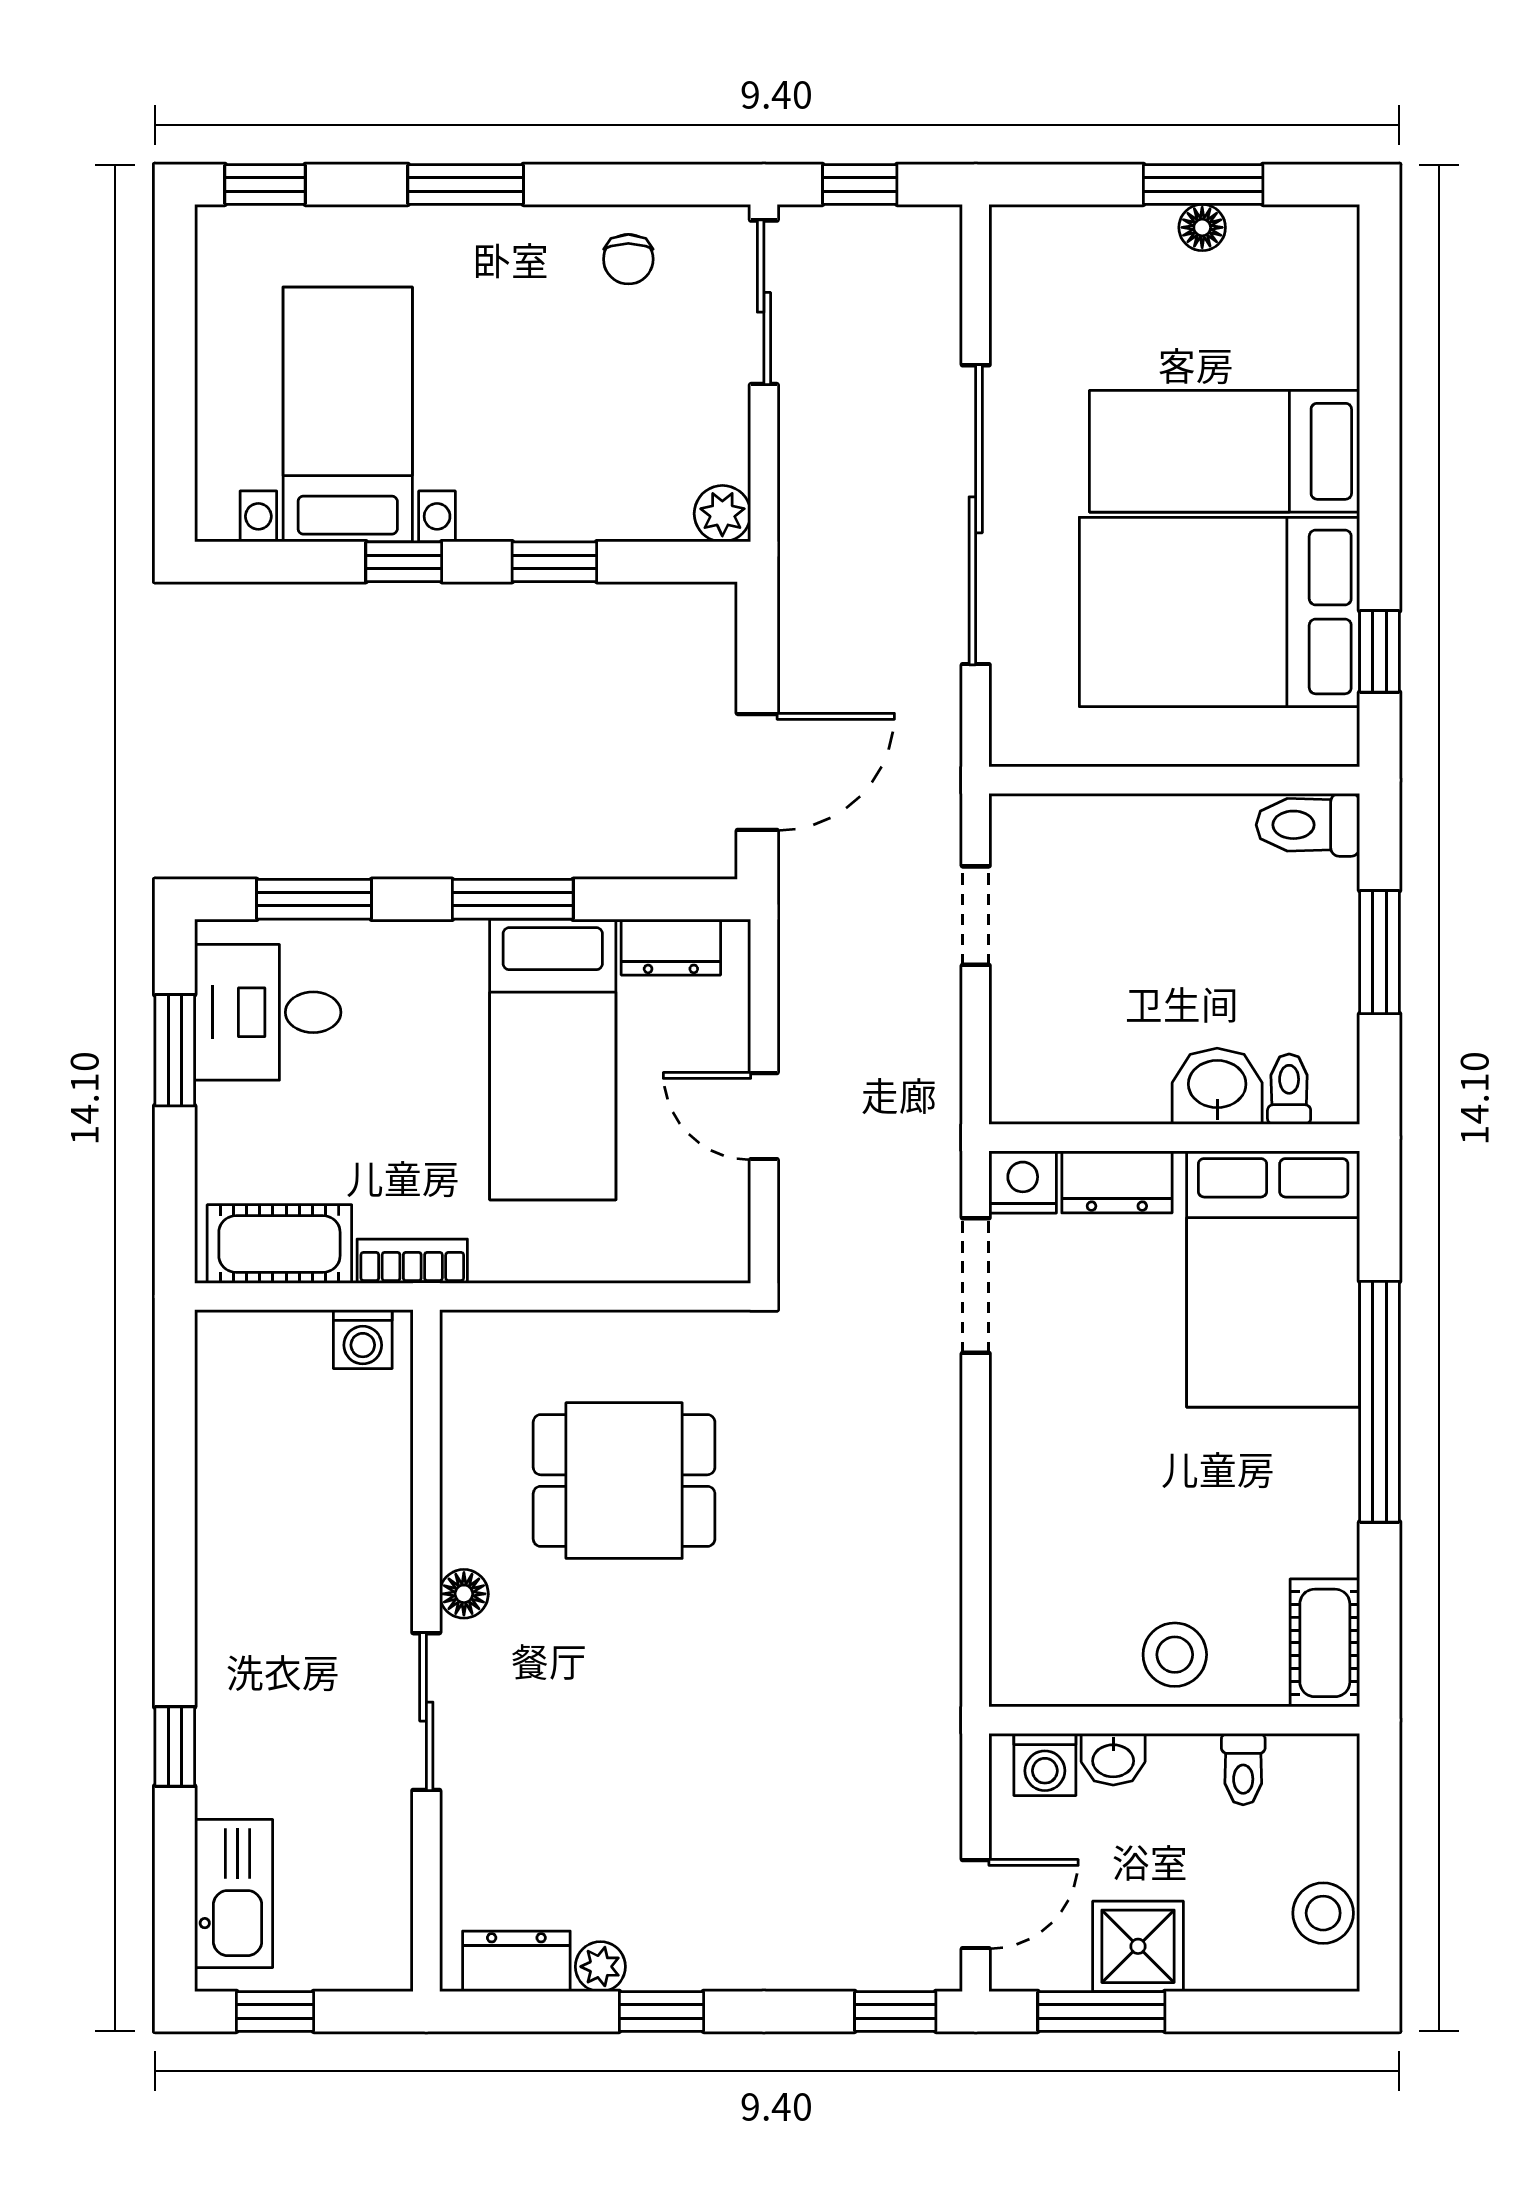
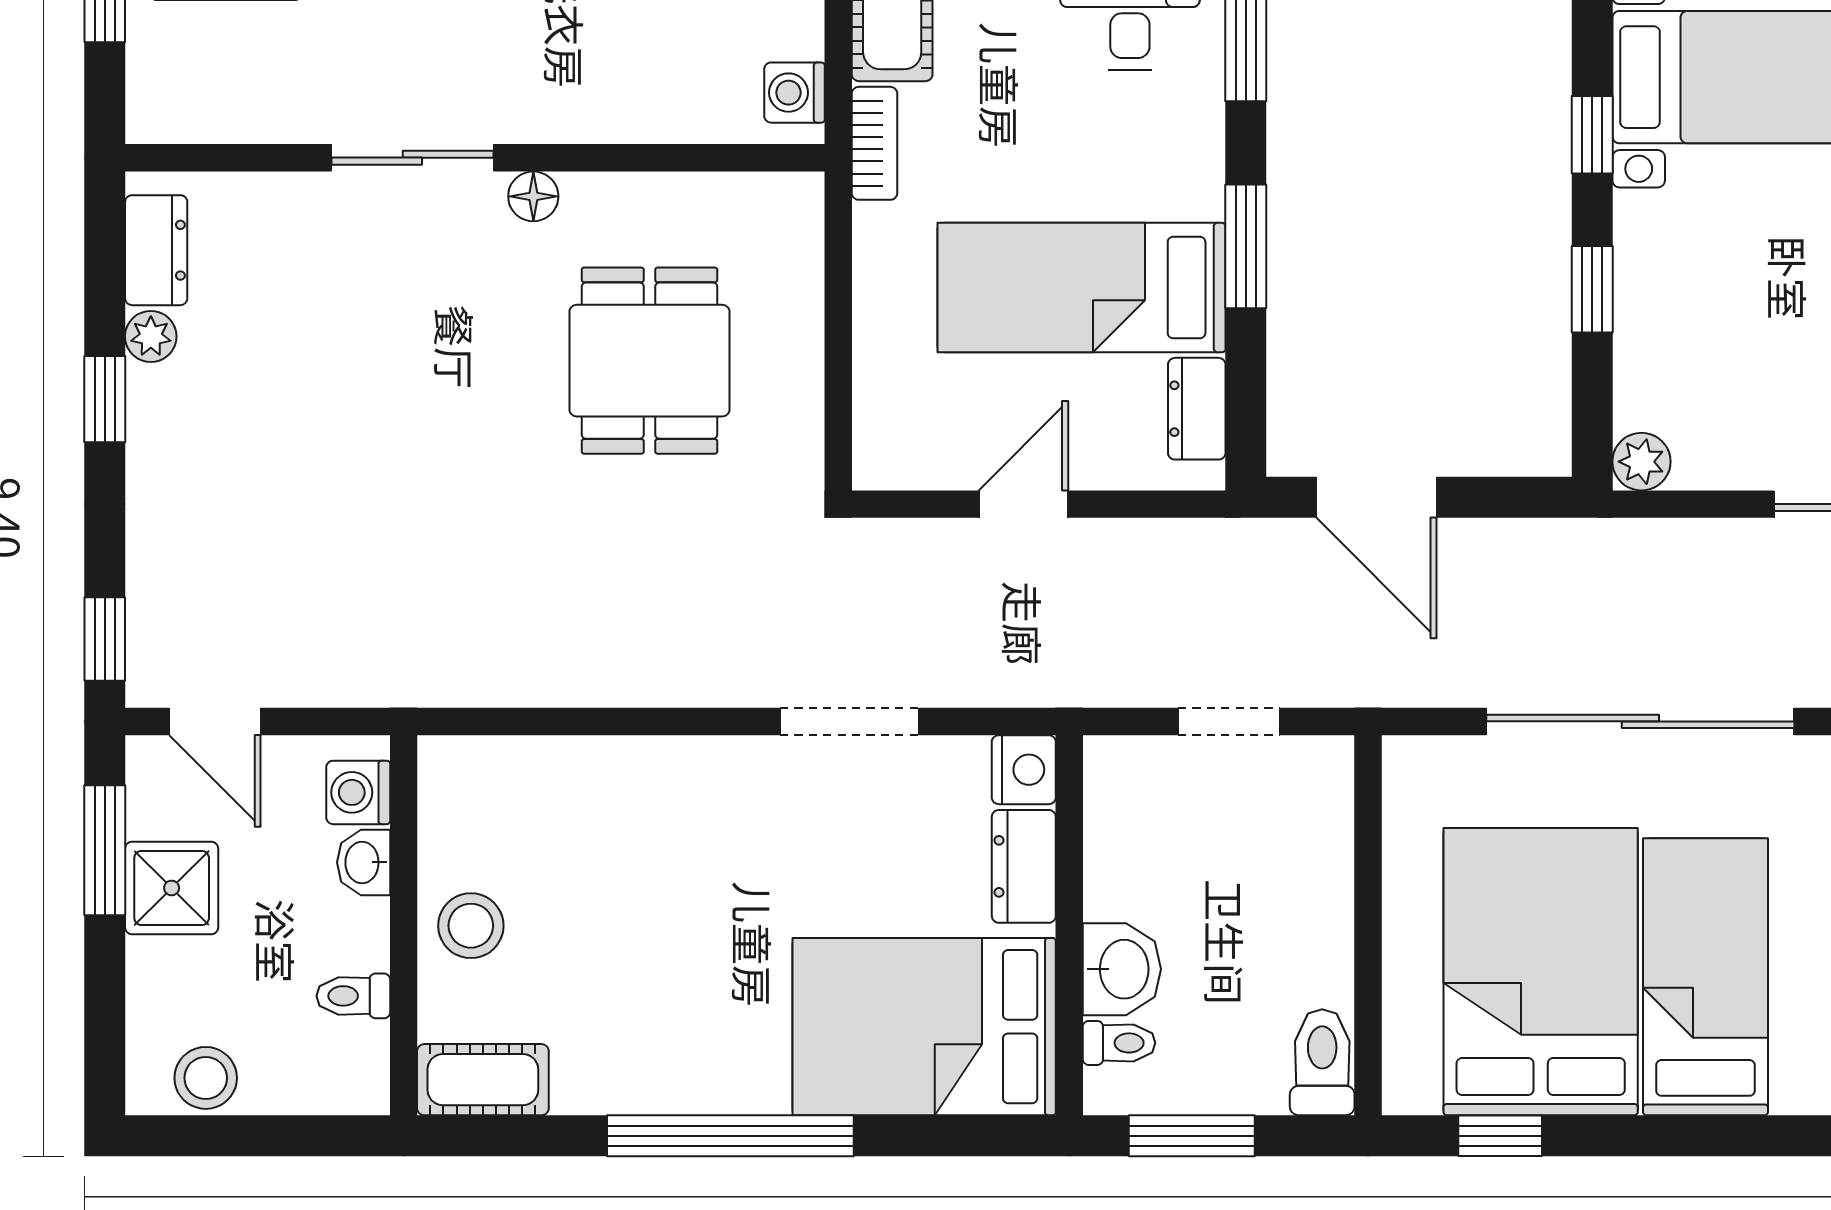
washbasin: (1217, 1086) -> (1122, 969), moved
toilet: (1289, 1089) -> (1119, 1043), moved
wall: (1174, 1138) -> (1069, 925), moved
nightstand: (1023, 1182) -> (1024, 770), moved
dresser: (1117, 1182) -> (1024, 866), moved
bed: (1273, 1279) -> (924, 1027), moved

